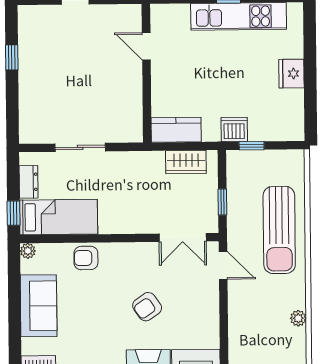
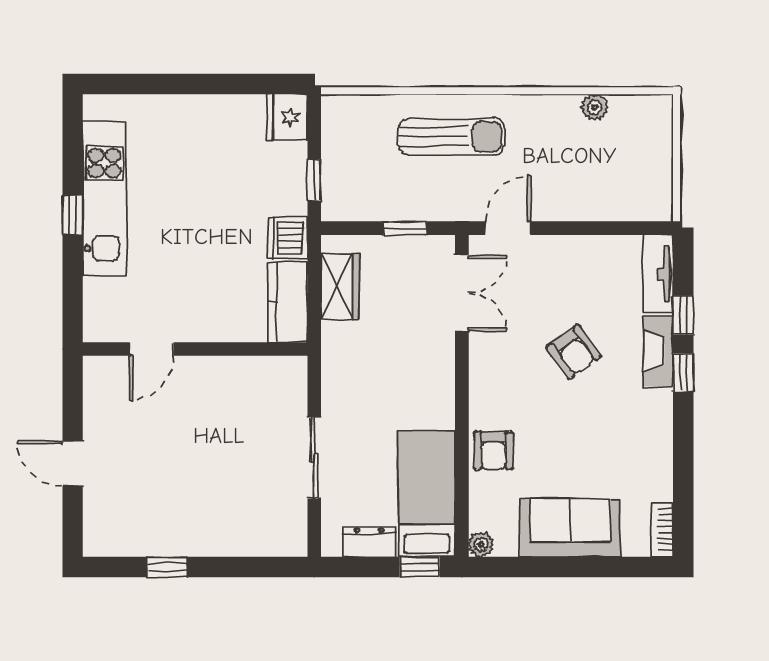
fridge: (291, 74) -> (287, 117), moved, turned 90
dishwasher: (234, 129) -> (288, 238), moved
sun lounger: (279, 230) -> (451, 137), width x0.73, depth x0.75

